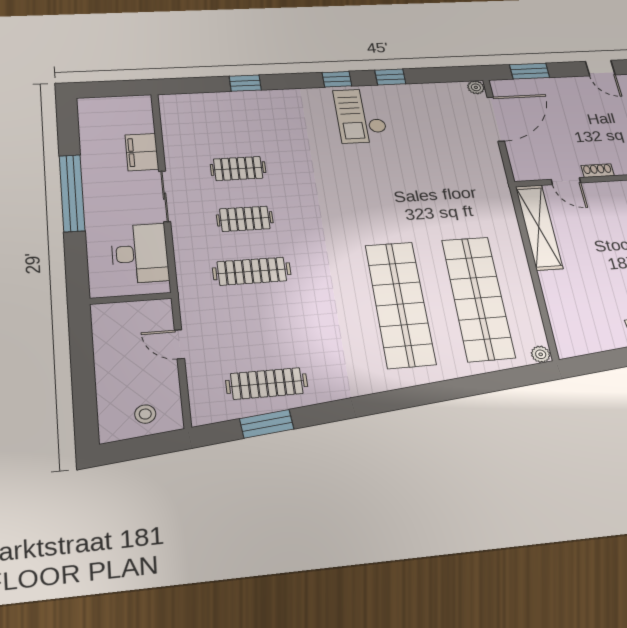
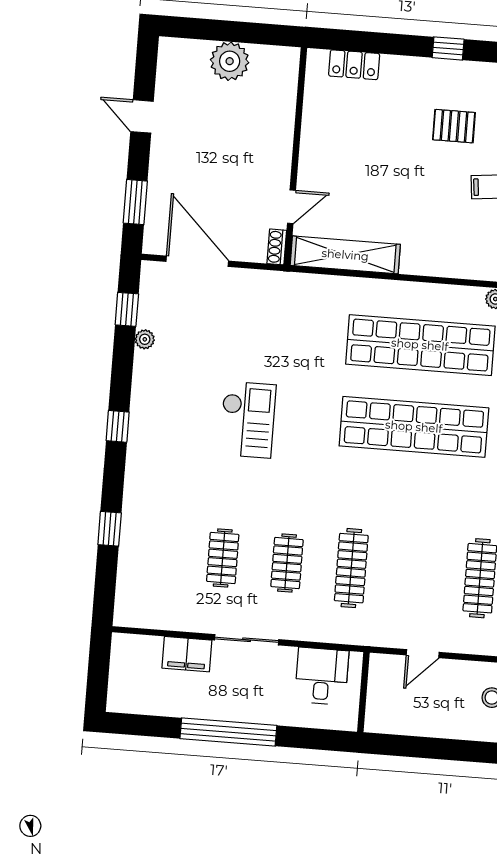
door: (600, 68) -> (142, 116), swing flipped
window: (390, 77) -> (127, 309), moved
plant: (476, 87) -> (145, 339), moved
checkout: (361, 116) -> (248, 420), moved, turned -90
shoe rack: (598, 171) -> (277, 247), moved
desk: (140, 253) -> (322, 676), width x0.73

